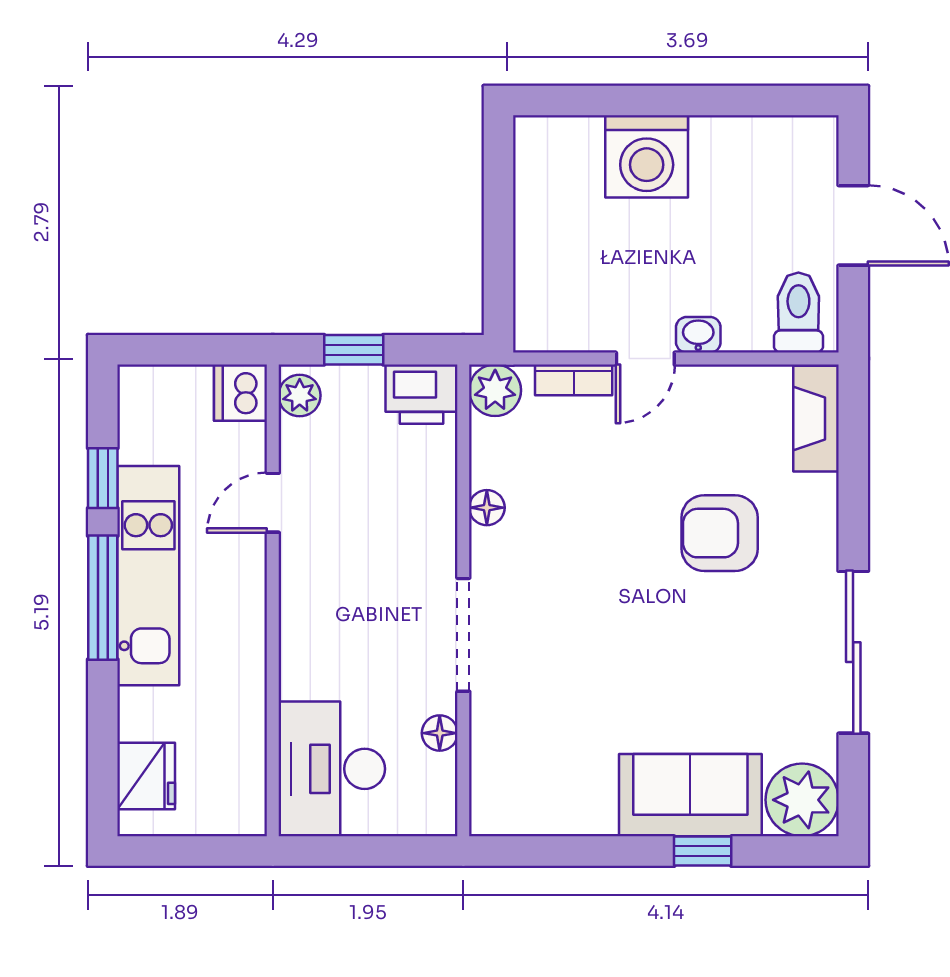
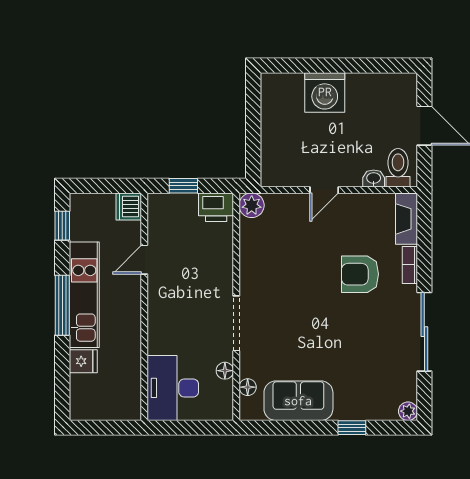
washbasin: (698, 335) -> (374, 179), moved
bookcase: (574, 380) -> (410, 265), moved, turned 90
plant: (300, 395) -> (157, 208), removed
window: (103, 478) -> (62, 226), moved
floor lamp: (487, 508) -> (248, 387), moved
fridge: (146, 776) -> (83, 361), moved, width x0.72
sofa: (690, 795) -> (298, 401), moved
plant: (802, 800) -> (408, 411), width x0.53, depth x0.53

